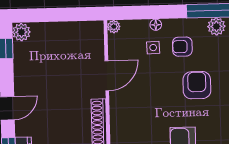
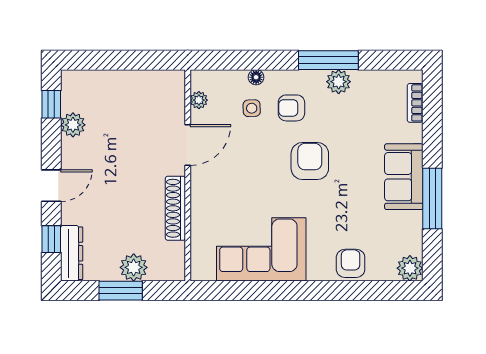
plant: (114, 27) -> (199, 100), moved
plant: (21, 32) -> (73, 125), moved

